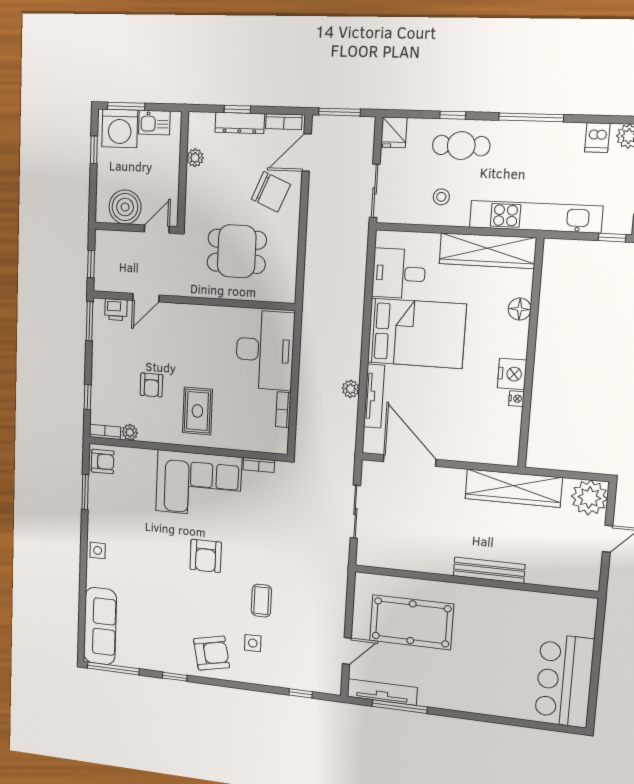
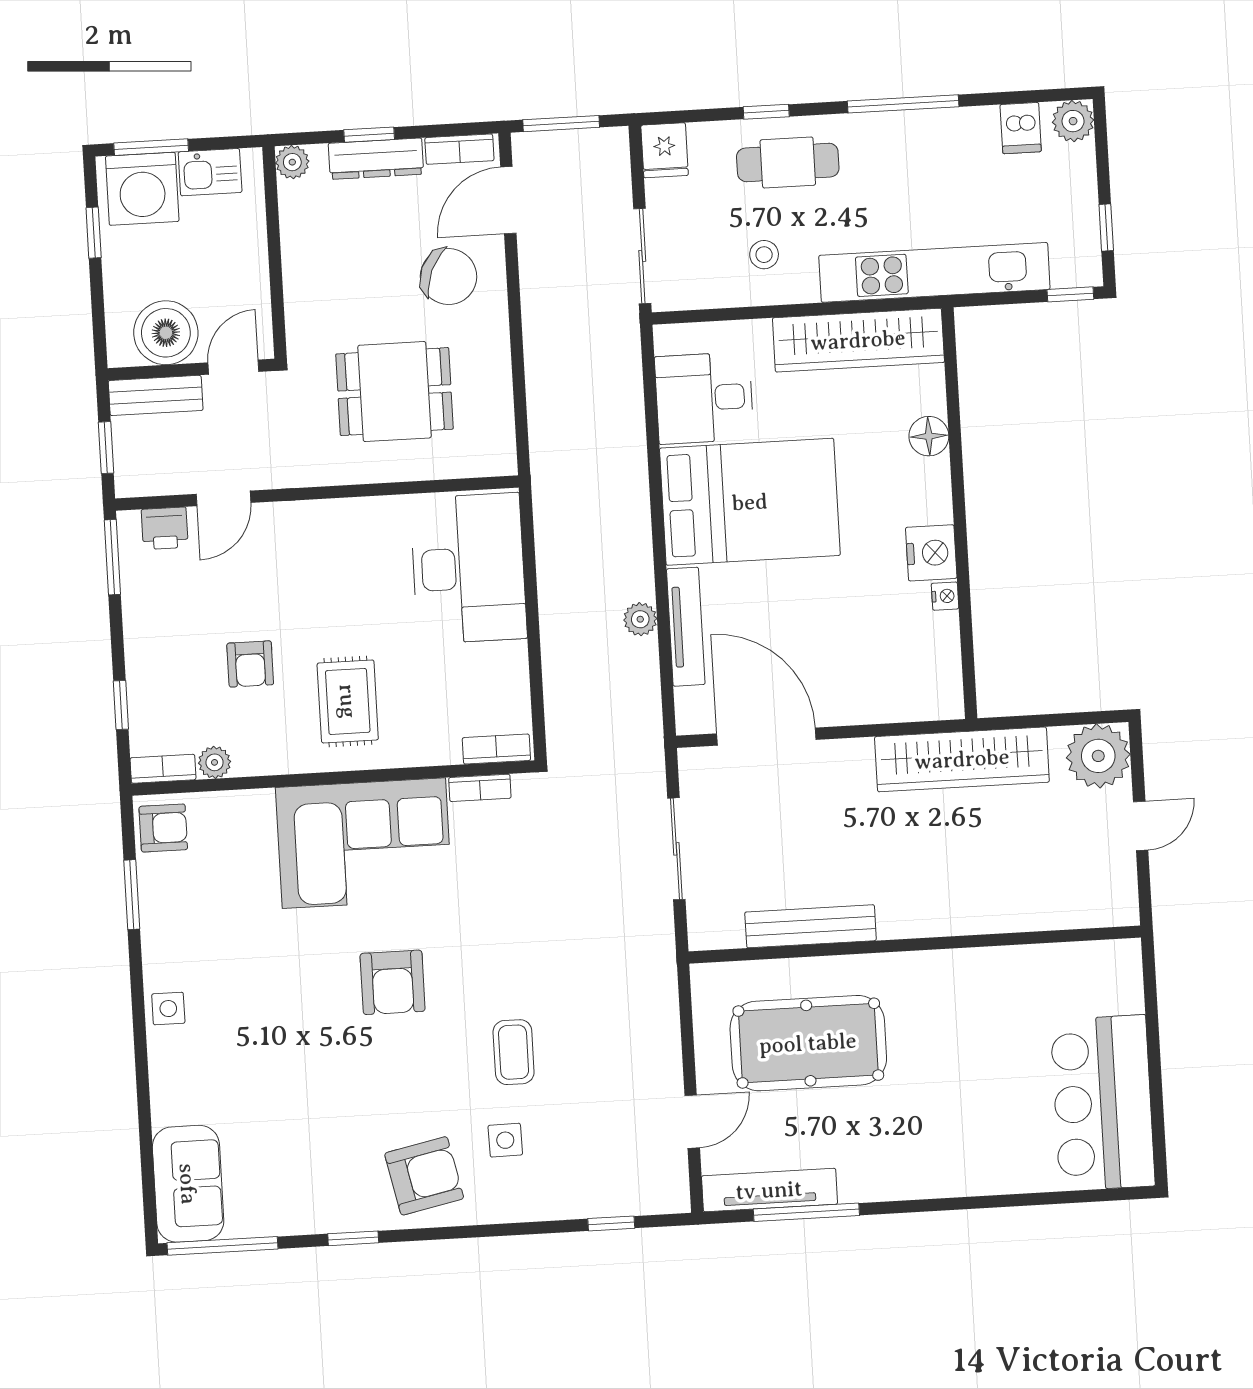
plant: (195, 158) -> (292, 162), moved
bench: (117, 240) -> (156, 395), added
bookcase: (283, 410) -> (496, 749), moved, turned 90
bench: (489, 570) -> (811, 926), moved
sofa: (100, 626) -> (188, 1184), width x0.73

